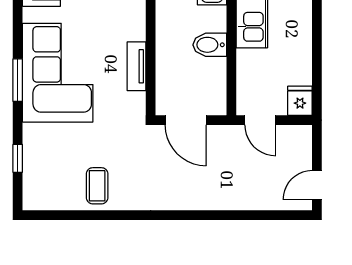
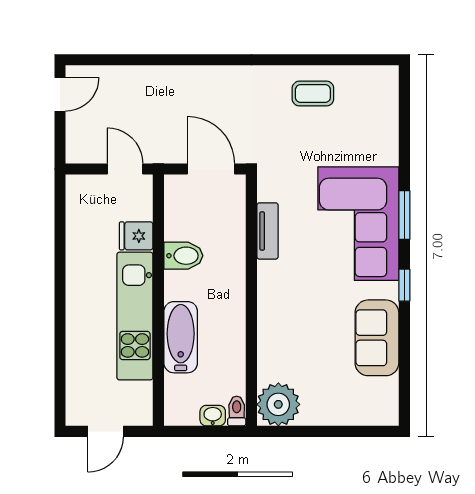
fridge: (300, 101) -> (136, 236), moved, turned 90
window: (18, 158) -> (404, 285), moved
coffee table: (97, 186) -> (313, 94), turned 90

